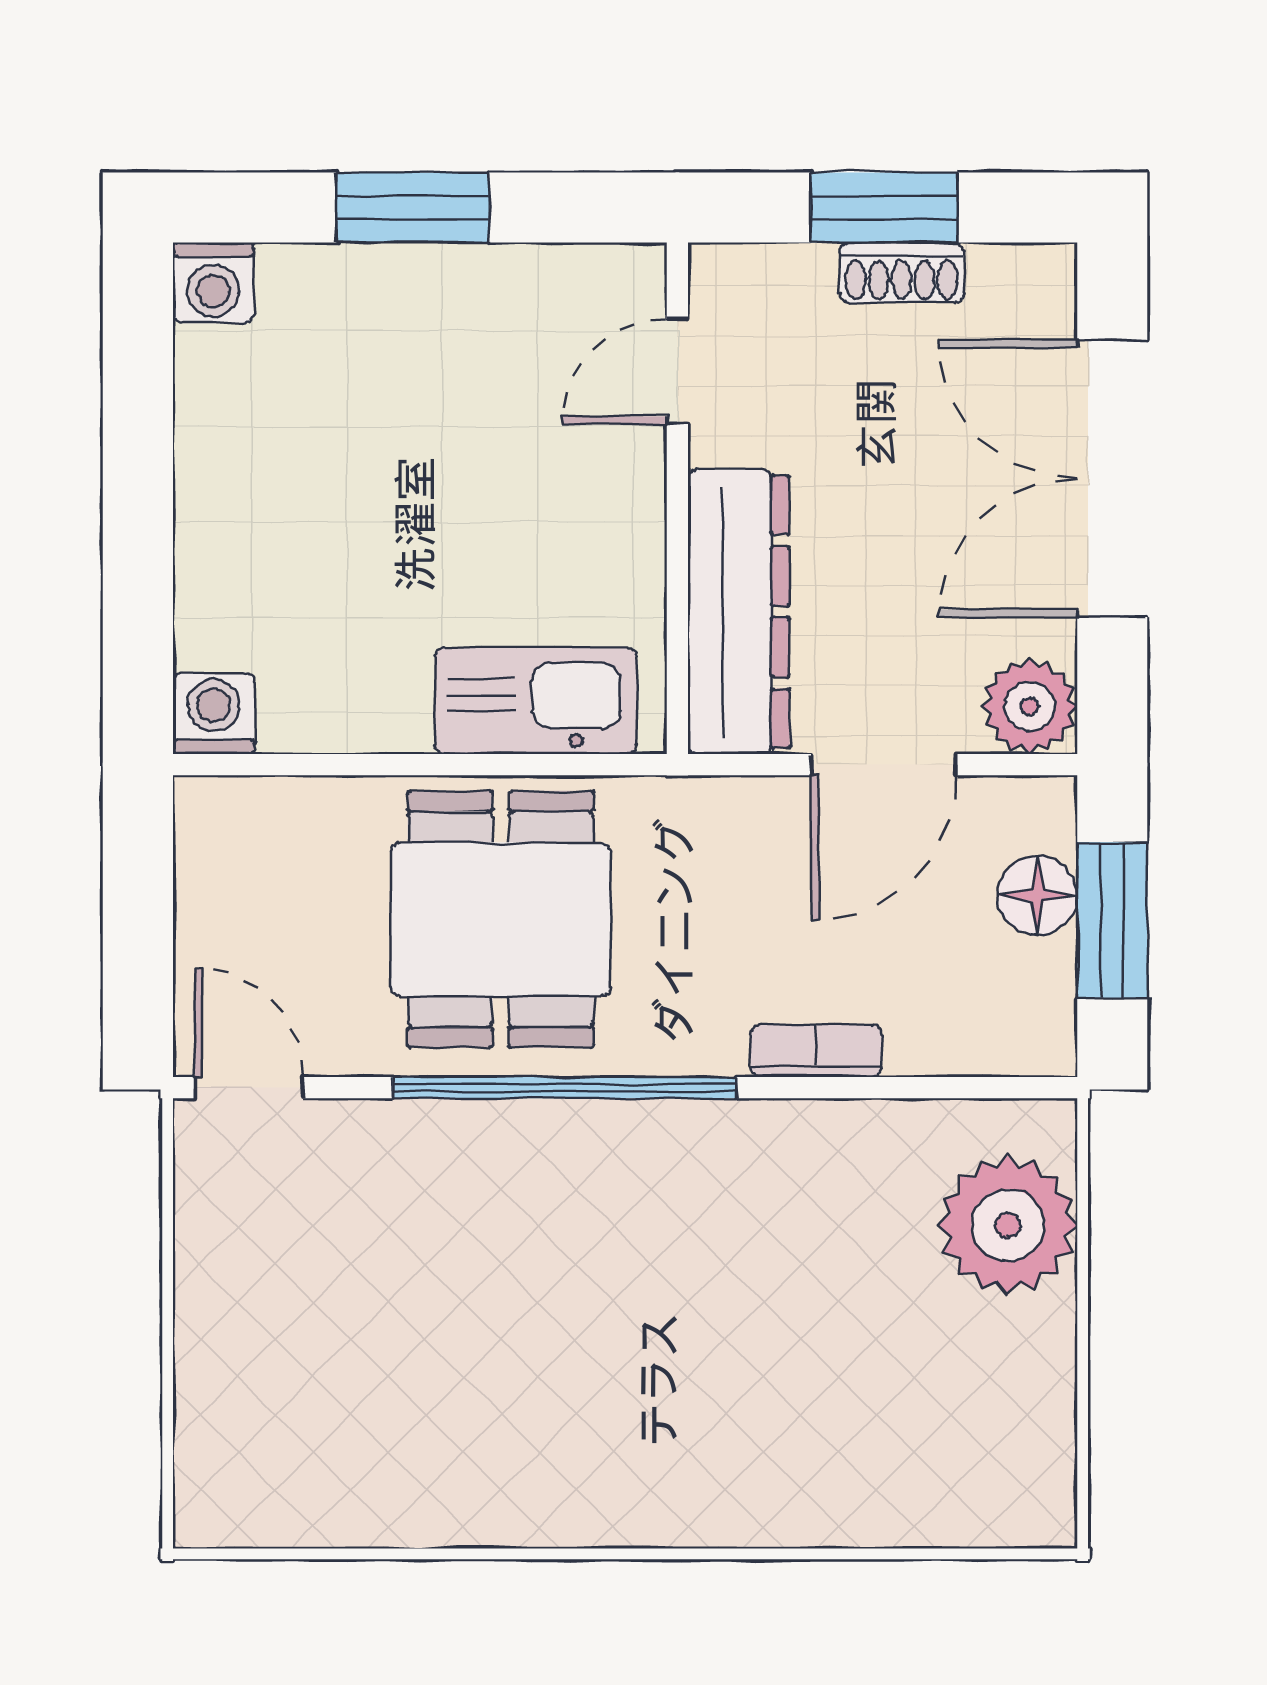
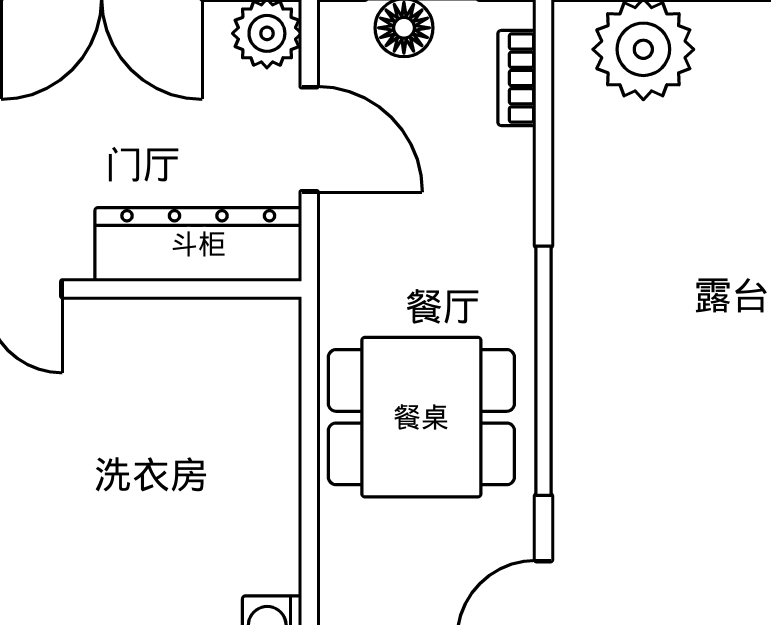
kitchen sink: (536, 701) -> (263, 392), removed
bookcase: (816, 1051) -> (517, 78), moved

